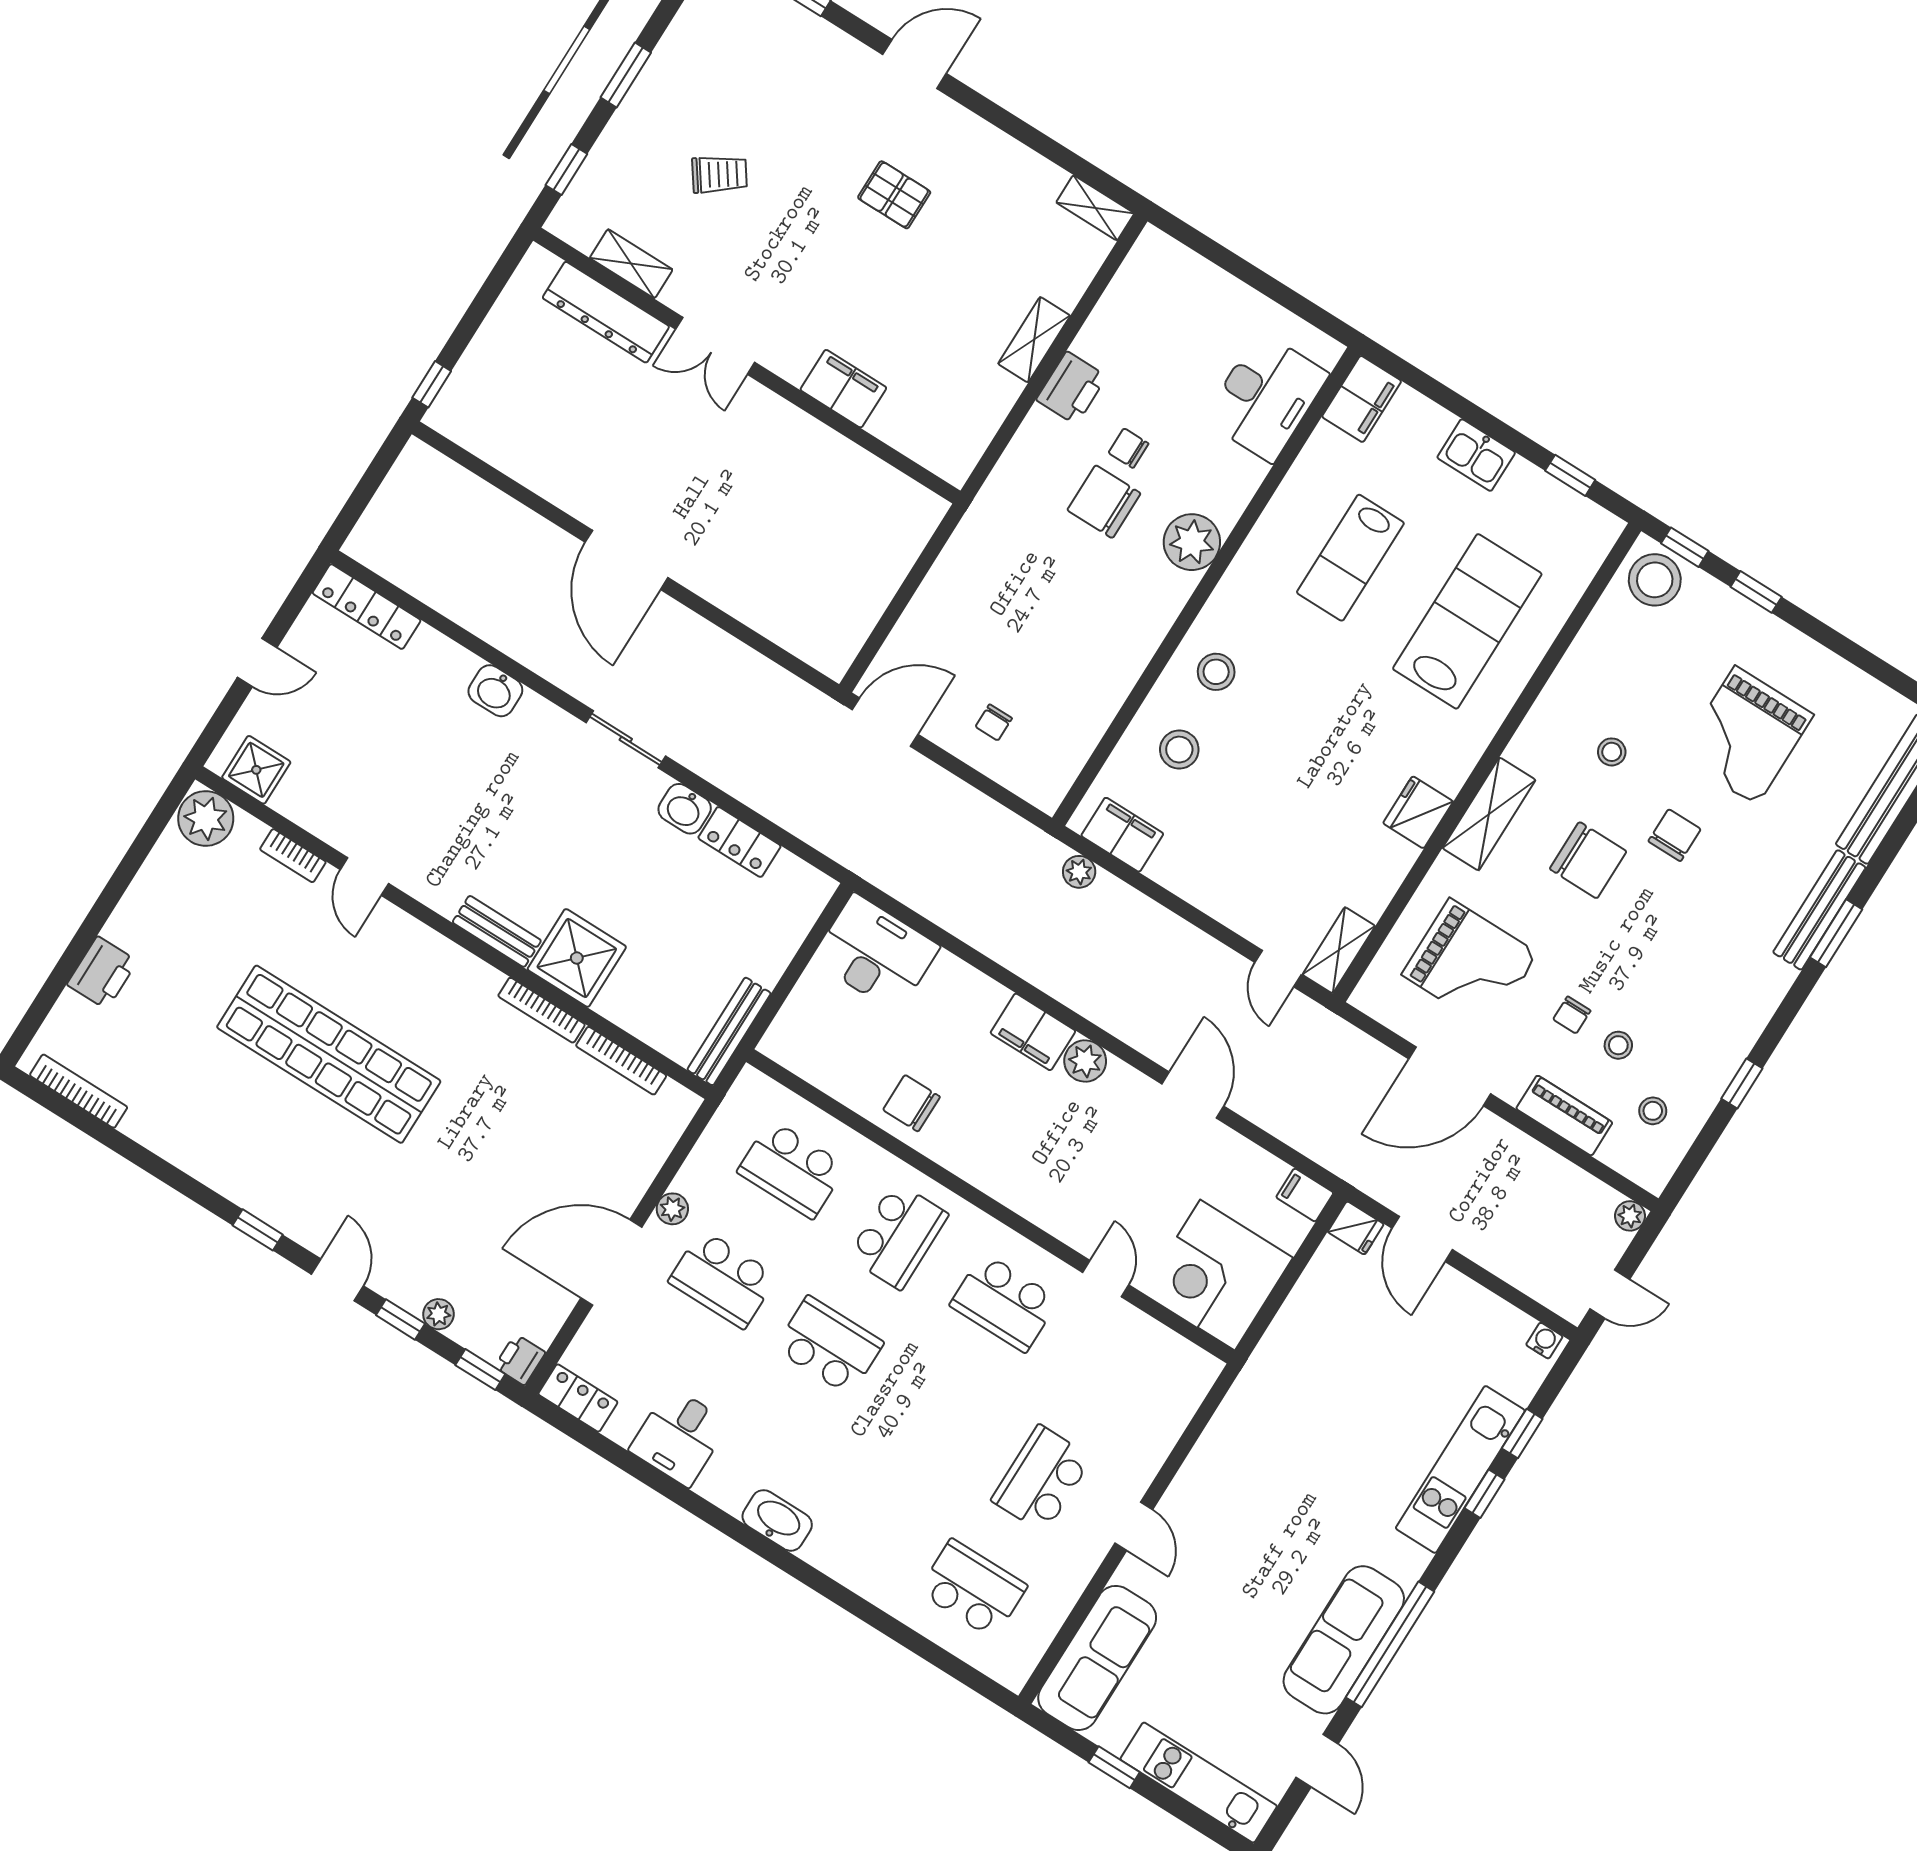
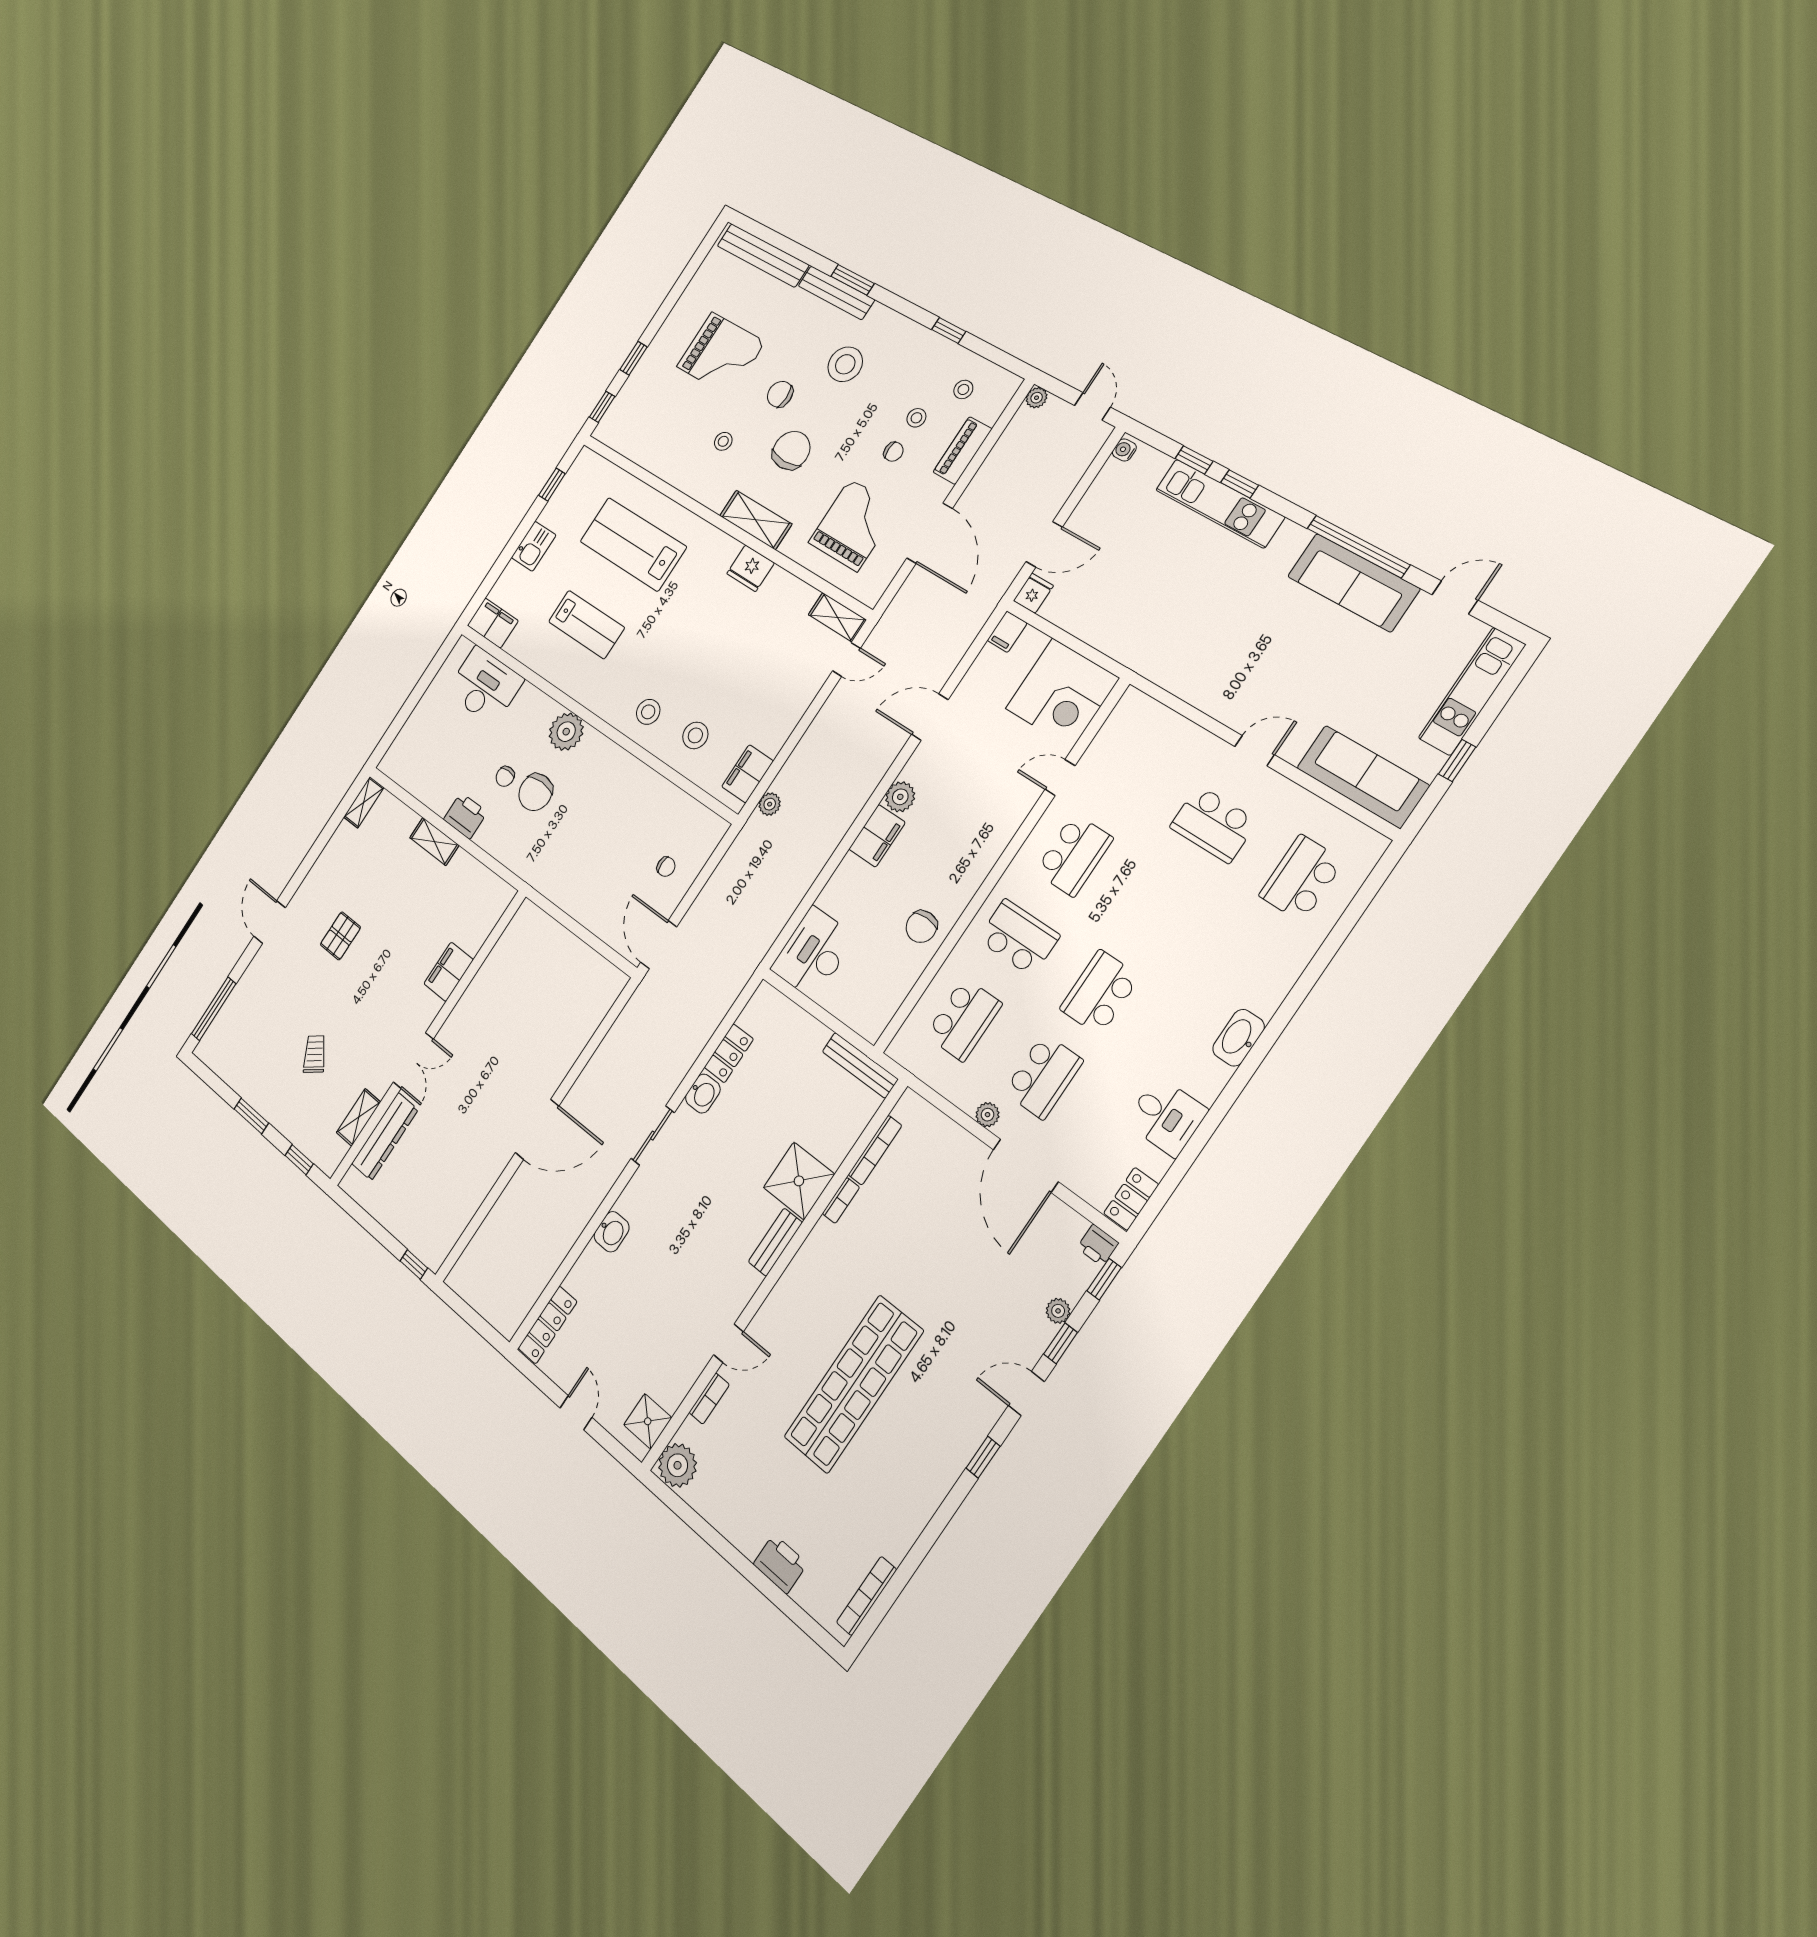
stool: (1655, 580) -> (845, 364), moved
bookcase: (542, 1010) -> (841, 1200), width x0.64

